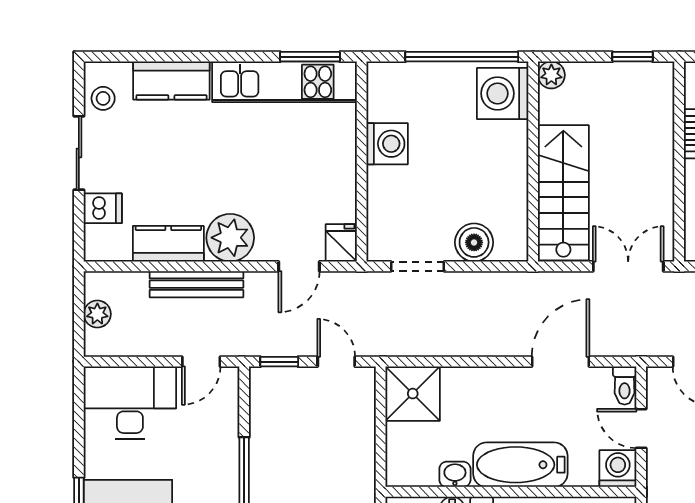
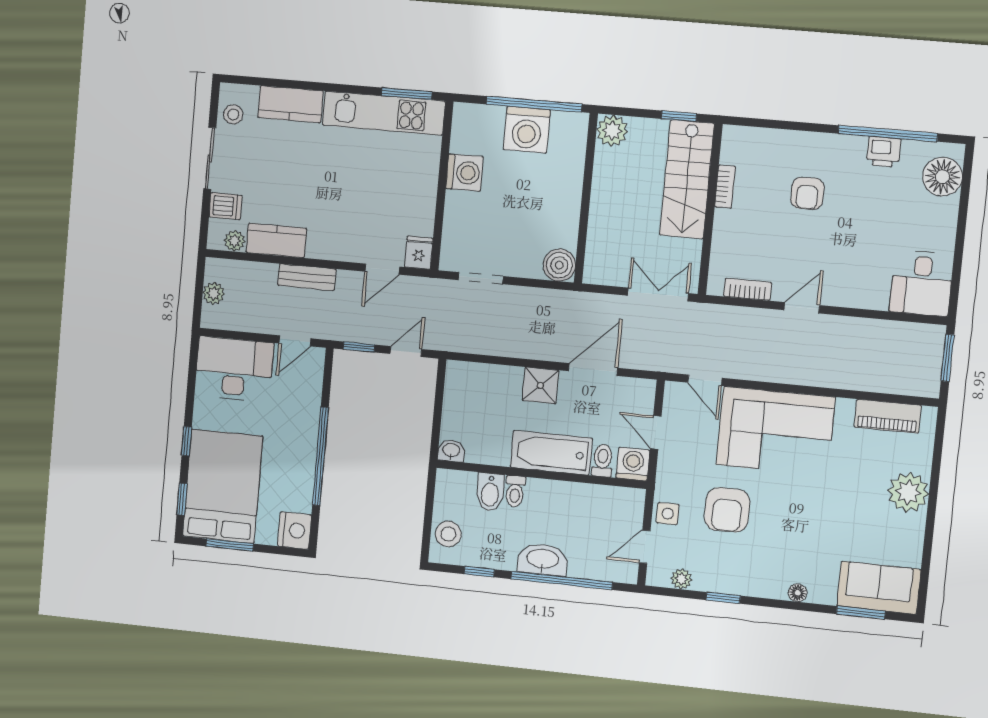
plant: (551, 75) -> (612, 131), width x1.38, depth x1.38
washing machine: (503, 93) -> (527, 130), moved, turned -90
stairs: (563, 193) -> (687, 179), moved, turned 180
plant: (230, 238) -> (235, 241), moved, width x0.53, depth x0.53
boiler: (474, 242) -> (559, 265), moved
bench: (196, 284) -> (307, 277), width x0.73
door: (336, 362) -> (406, 352), hinge flipped
toilet: (625, 385) -> (603, 460), moved, turned 180
shower: (413, 394) -> (540, 385), moved, width x0.73, depth x0.73
washbasin: (455, 474) -> (451, 451), moved

